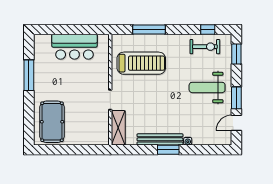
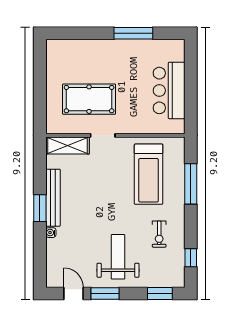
exercise bike: (205, 47) -> (159, 234), moved, width x0.73, depth x0.72
pool table: (52, 122) -> (89, 99), moved

